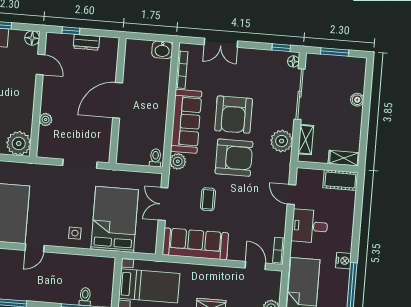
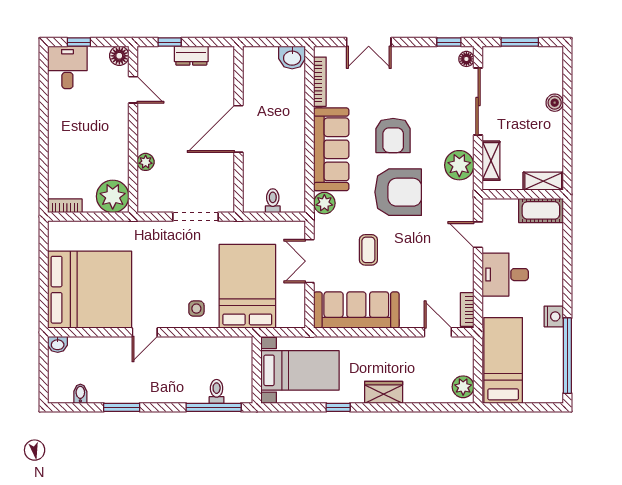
armchair: (234, 115) -> (393, 135), width x0.73, depth x0.73
toilet: (155, 158) -> (273, 201), moved

